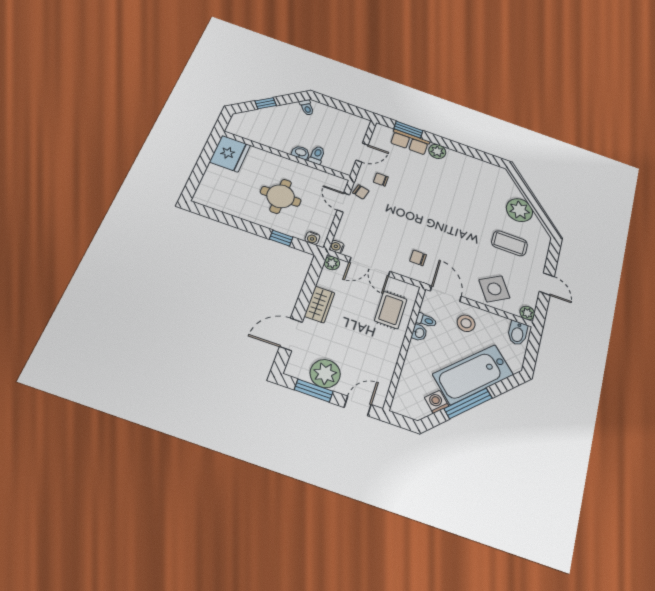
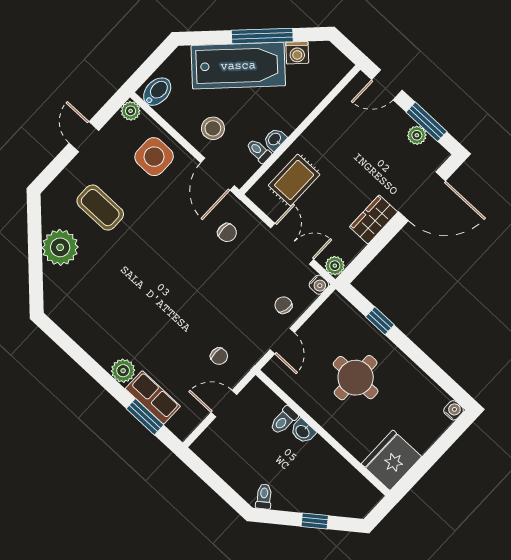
chair: (361, 192) -> (283, 305), moved
water cooler: (312, 238) -> (454, 410), moved
side table: (494, 289) -> (154, 157), turned 32
door: (291, 334) -> (422, 196), width x1.36
plant: (325, 374) -> (417, 135), width x0.53, depth x0.53

